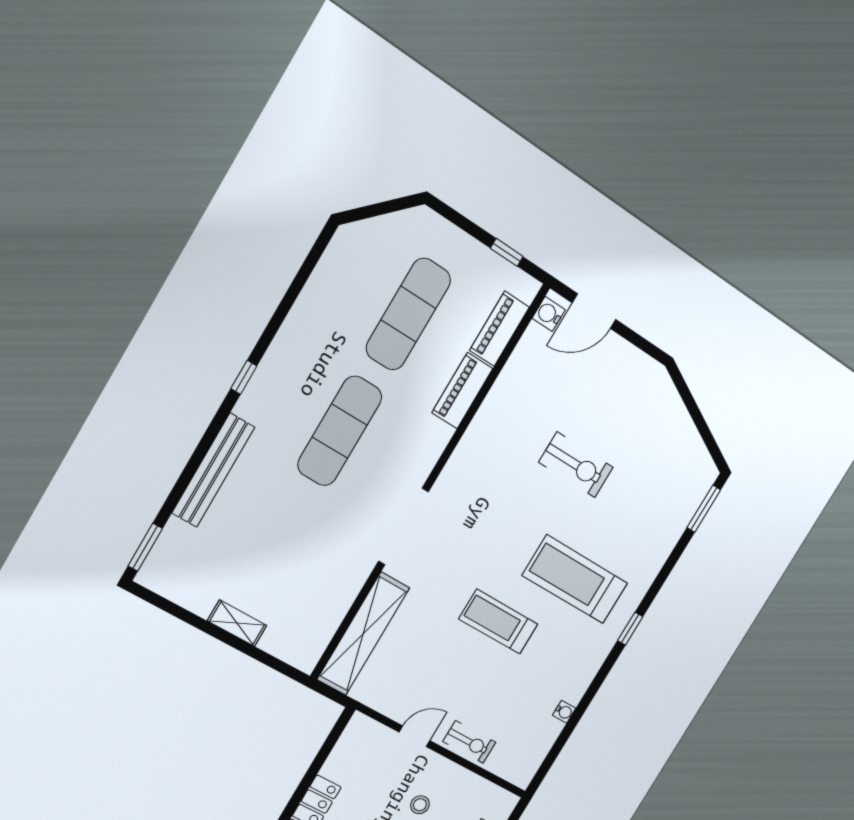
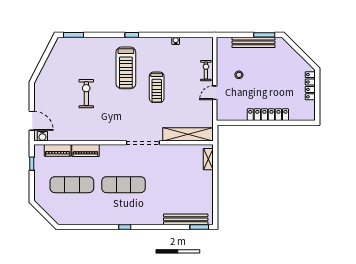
bench: (213, 470) -> (186, 219), moved
shelving: (237, 623) -> (208, 159), moved
door: (415, 736) -> (215, 93), hinge flipped

